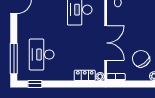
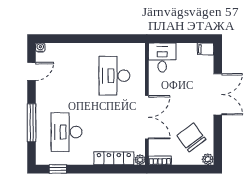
window: (14, 59) -> (32, 123), moved
locker: (85, 75) -> (114, 158), width x1.53

